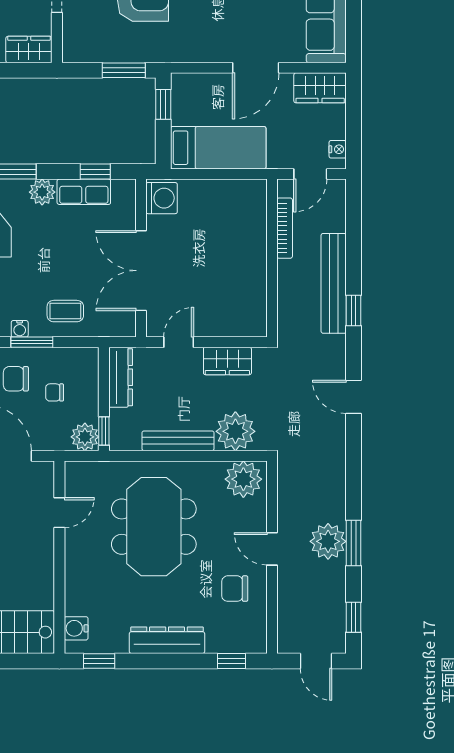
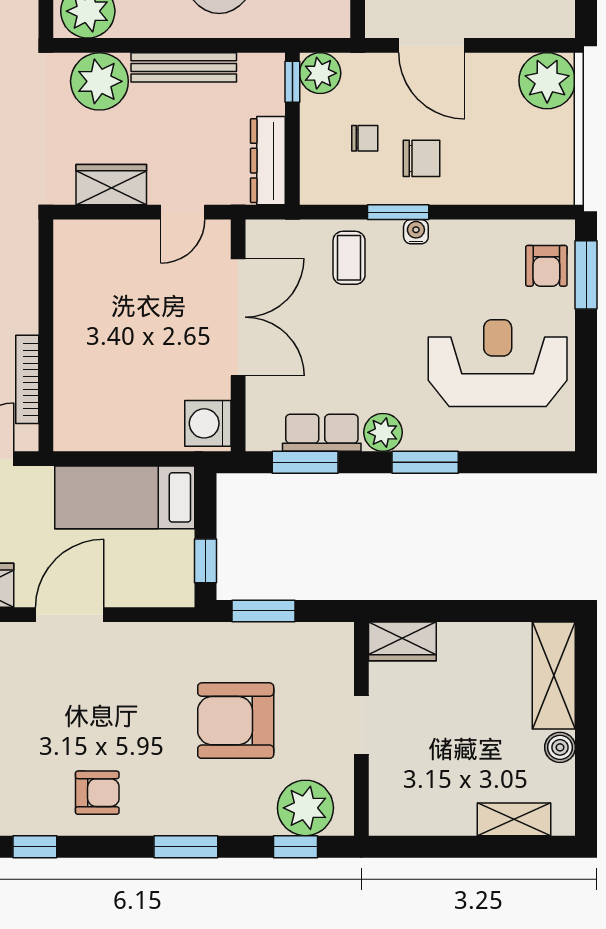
window: (95, 172) -> (305, 462), width x1.50
coffee table: (65, 311) -> (349, 258), turned 90

